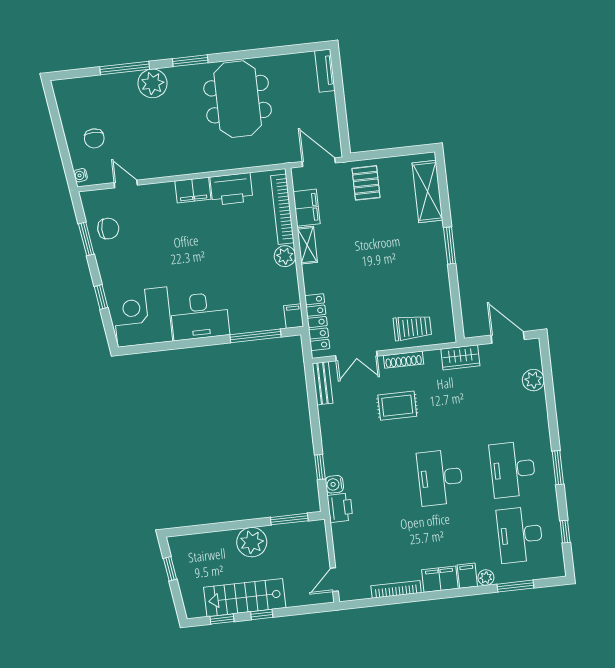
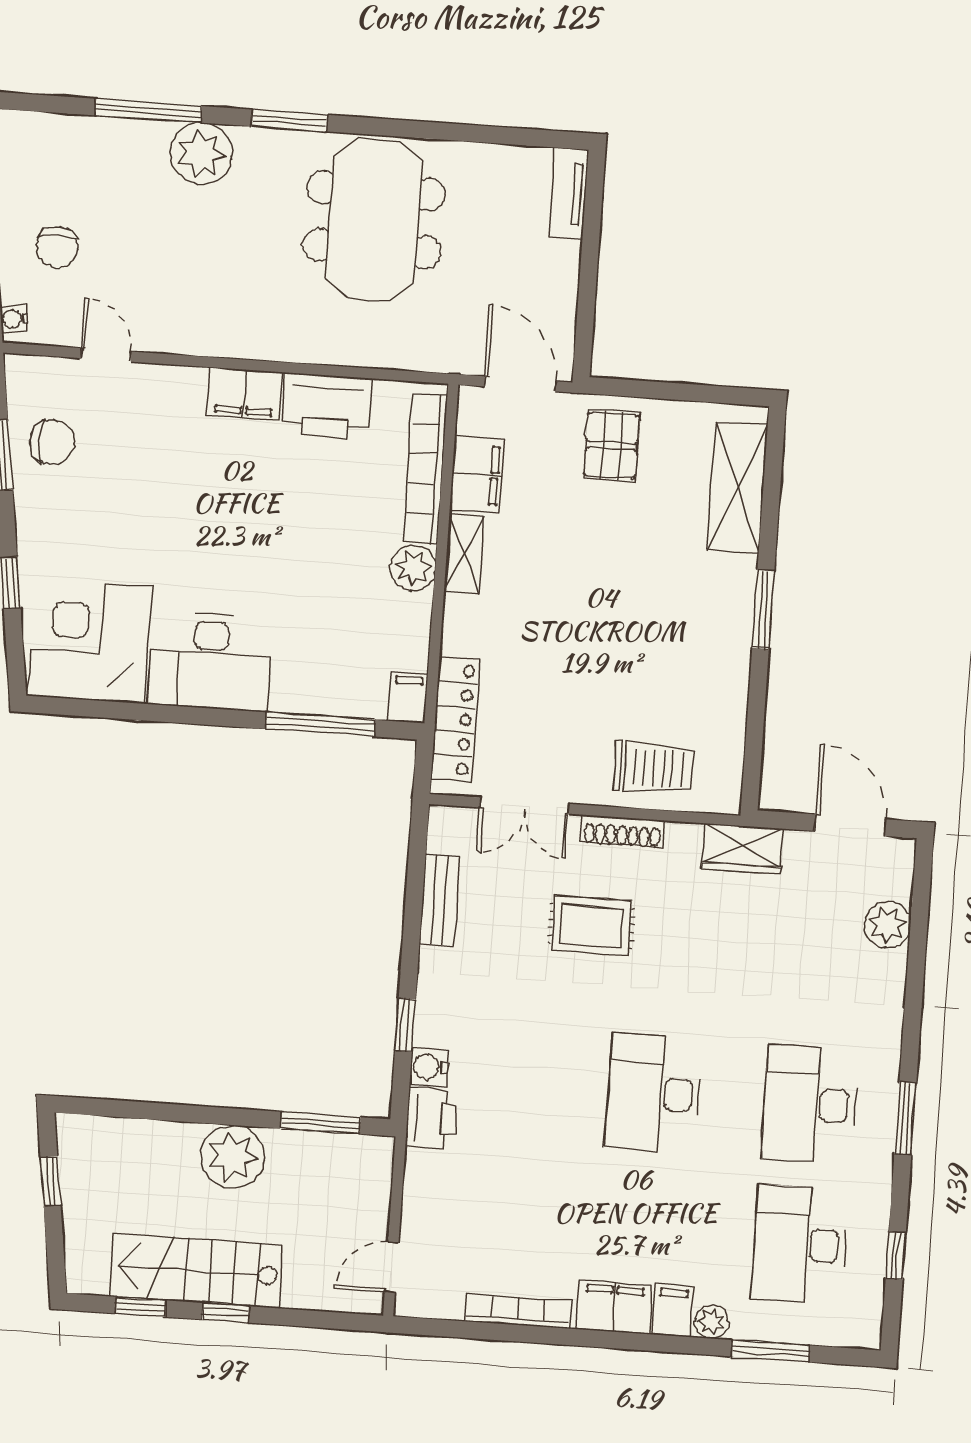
bench: (323, 383) -> (439, 900), moved

